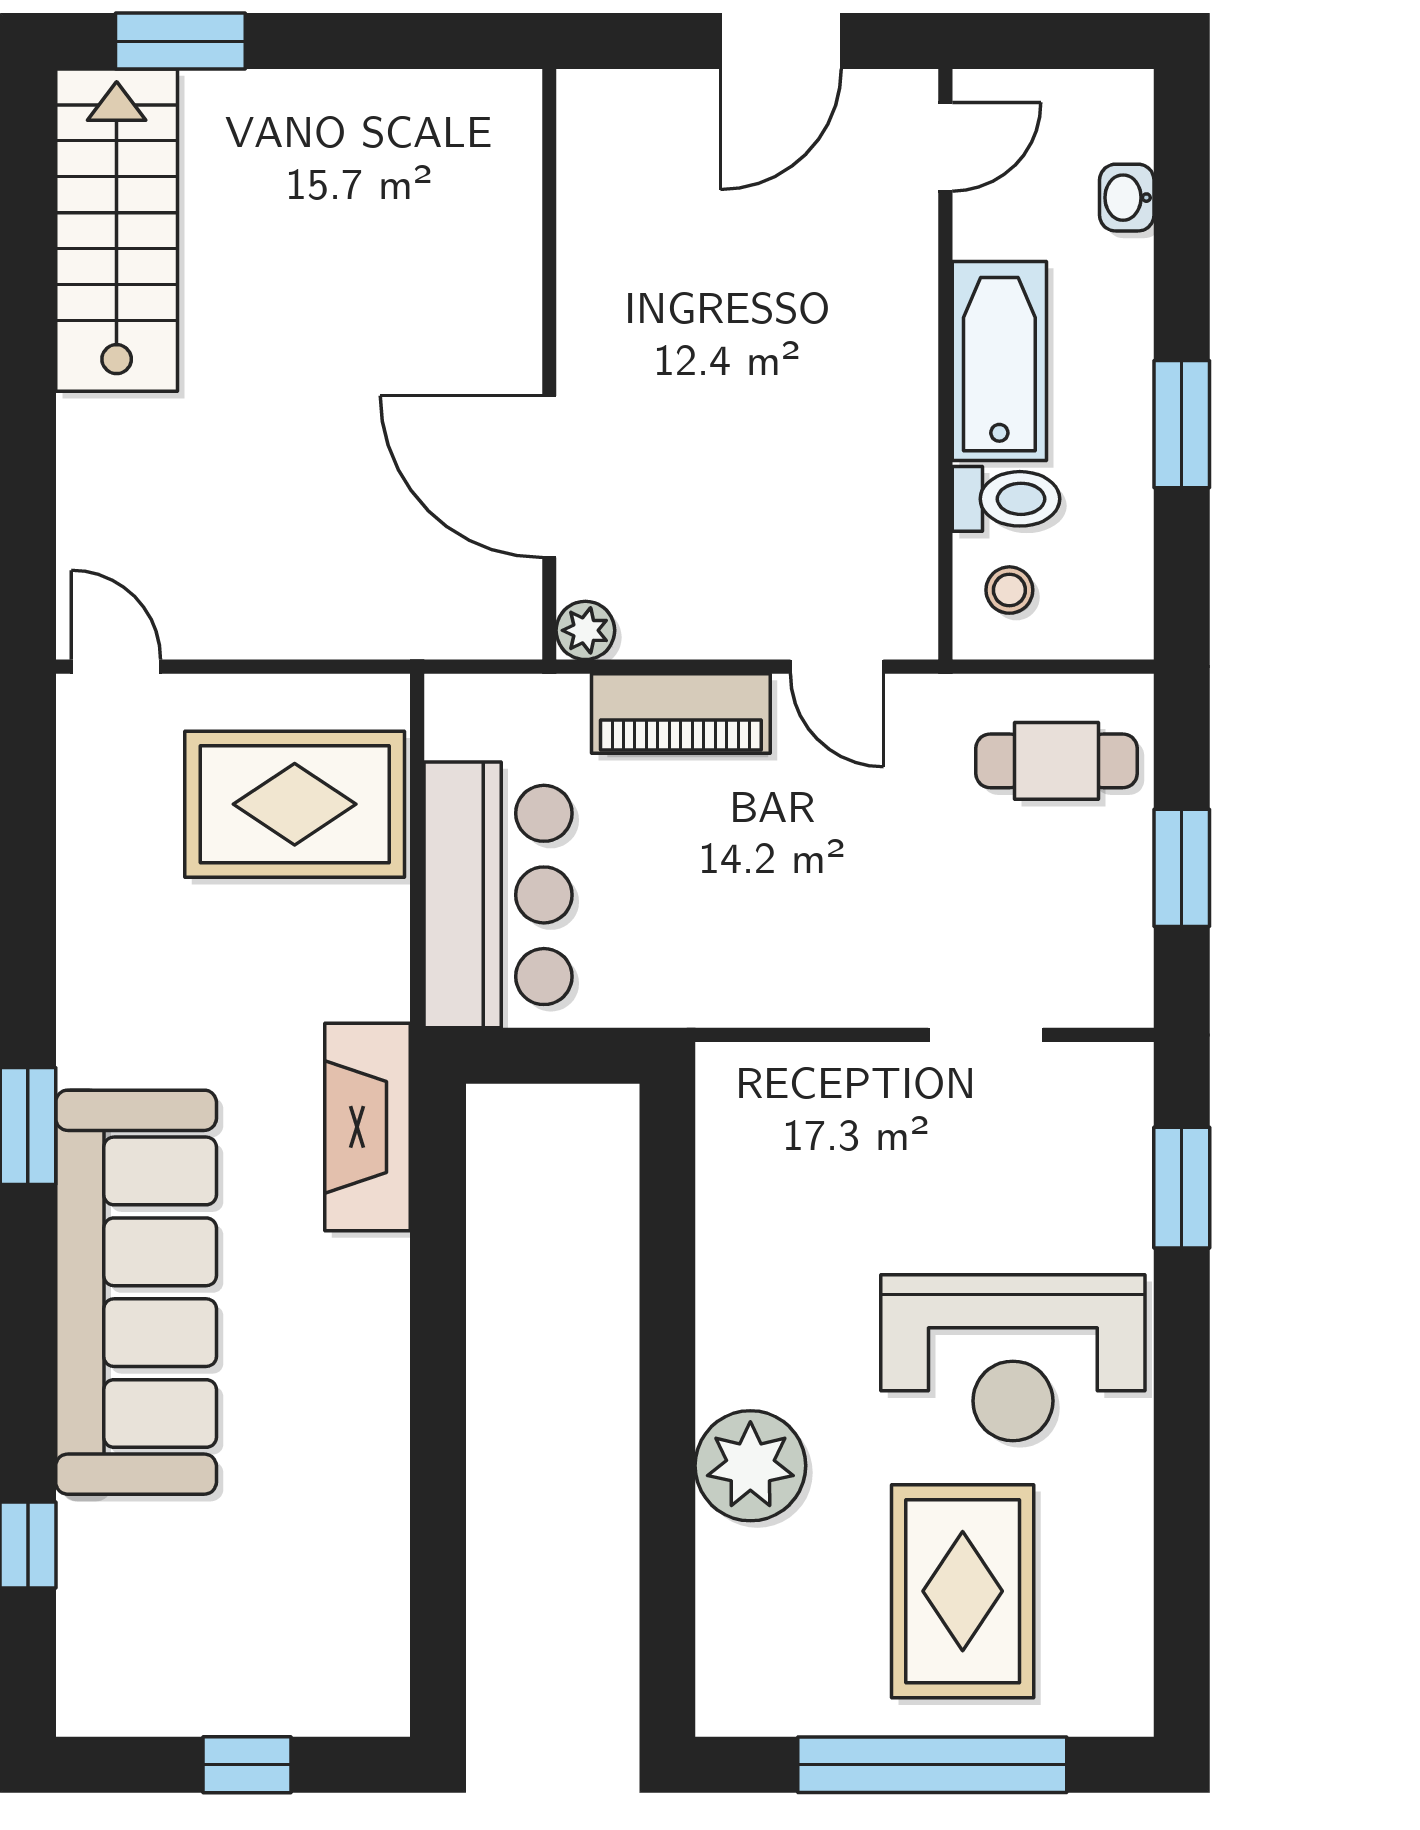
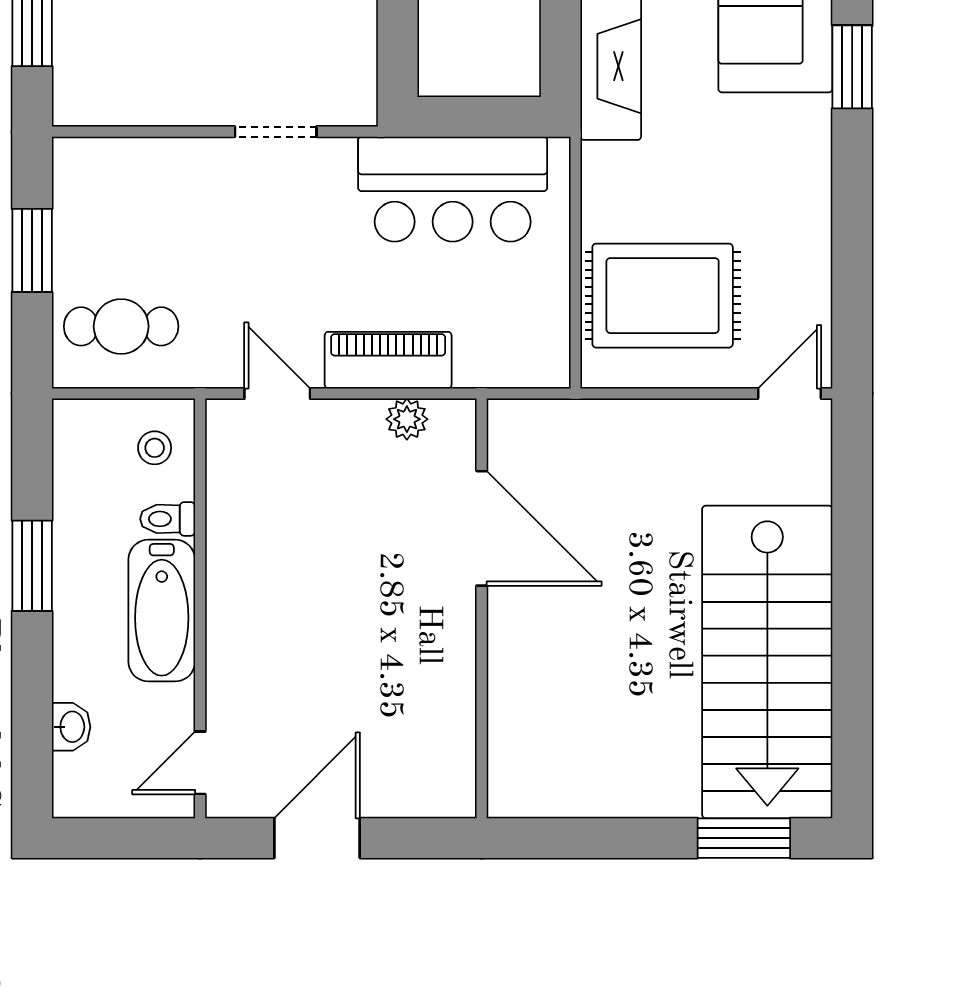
stairs: (117, 230) -> (767, 662), width x1.36, depth x1.51
toilet: (1006, 499) -> (168, 519), width x0.73, depth x0.72
plant: (585, 630) -> (407, 419), moved
door: (116, 667) -> (789, 393), swing flipped
bar counter: (498, 895) -> (453, 189), moved, turned -90
doorway: (986, 1035) -> (276, 132), moved

